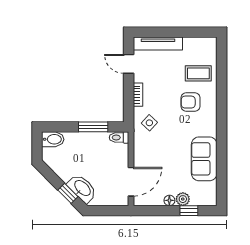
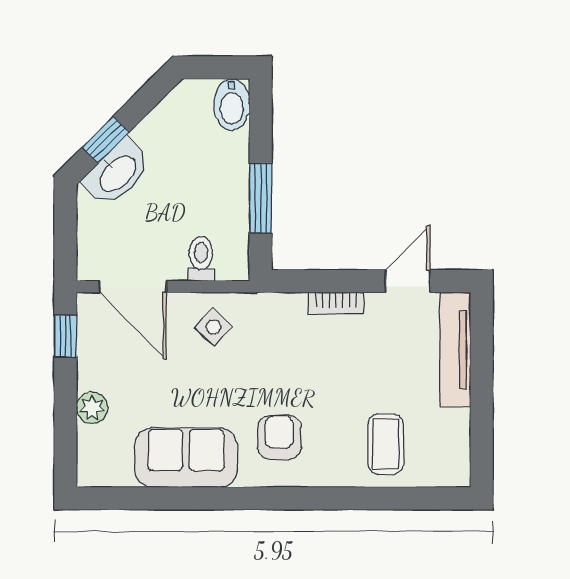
armchair: (190, 102) -> (279, 437), moved
side table: (149, 123) -> (214, 327), moved
toilet: (119, 138) -> (201, 259), moved
floor lamp: (169, 200) -> (89, 377), removed
window: (189, 211) -> (65, 336), moved

